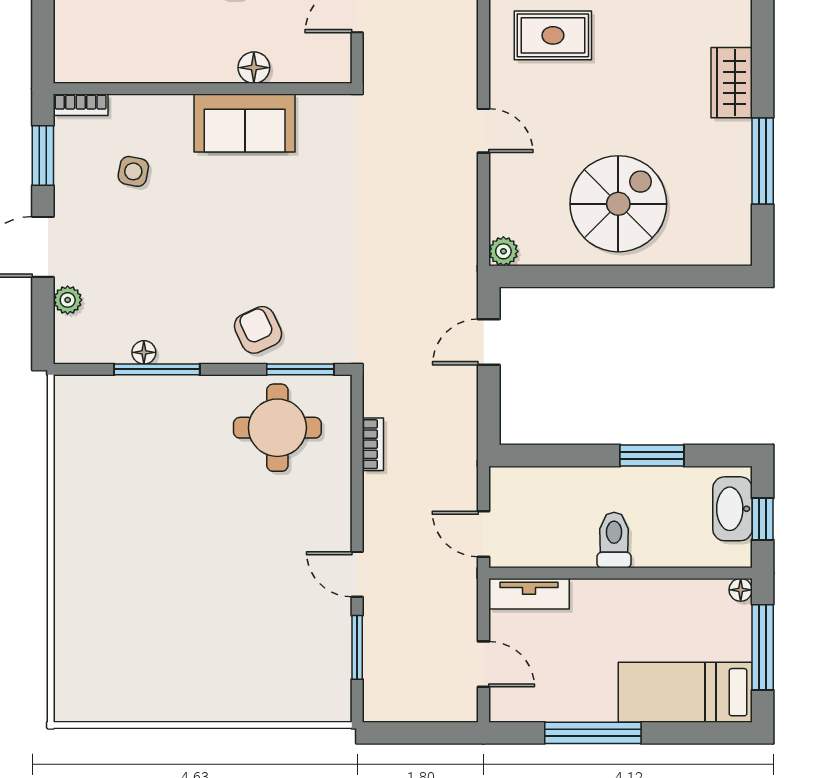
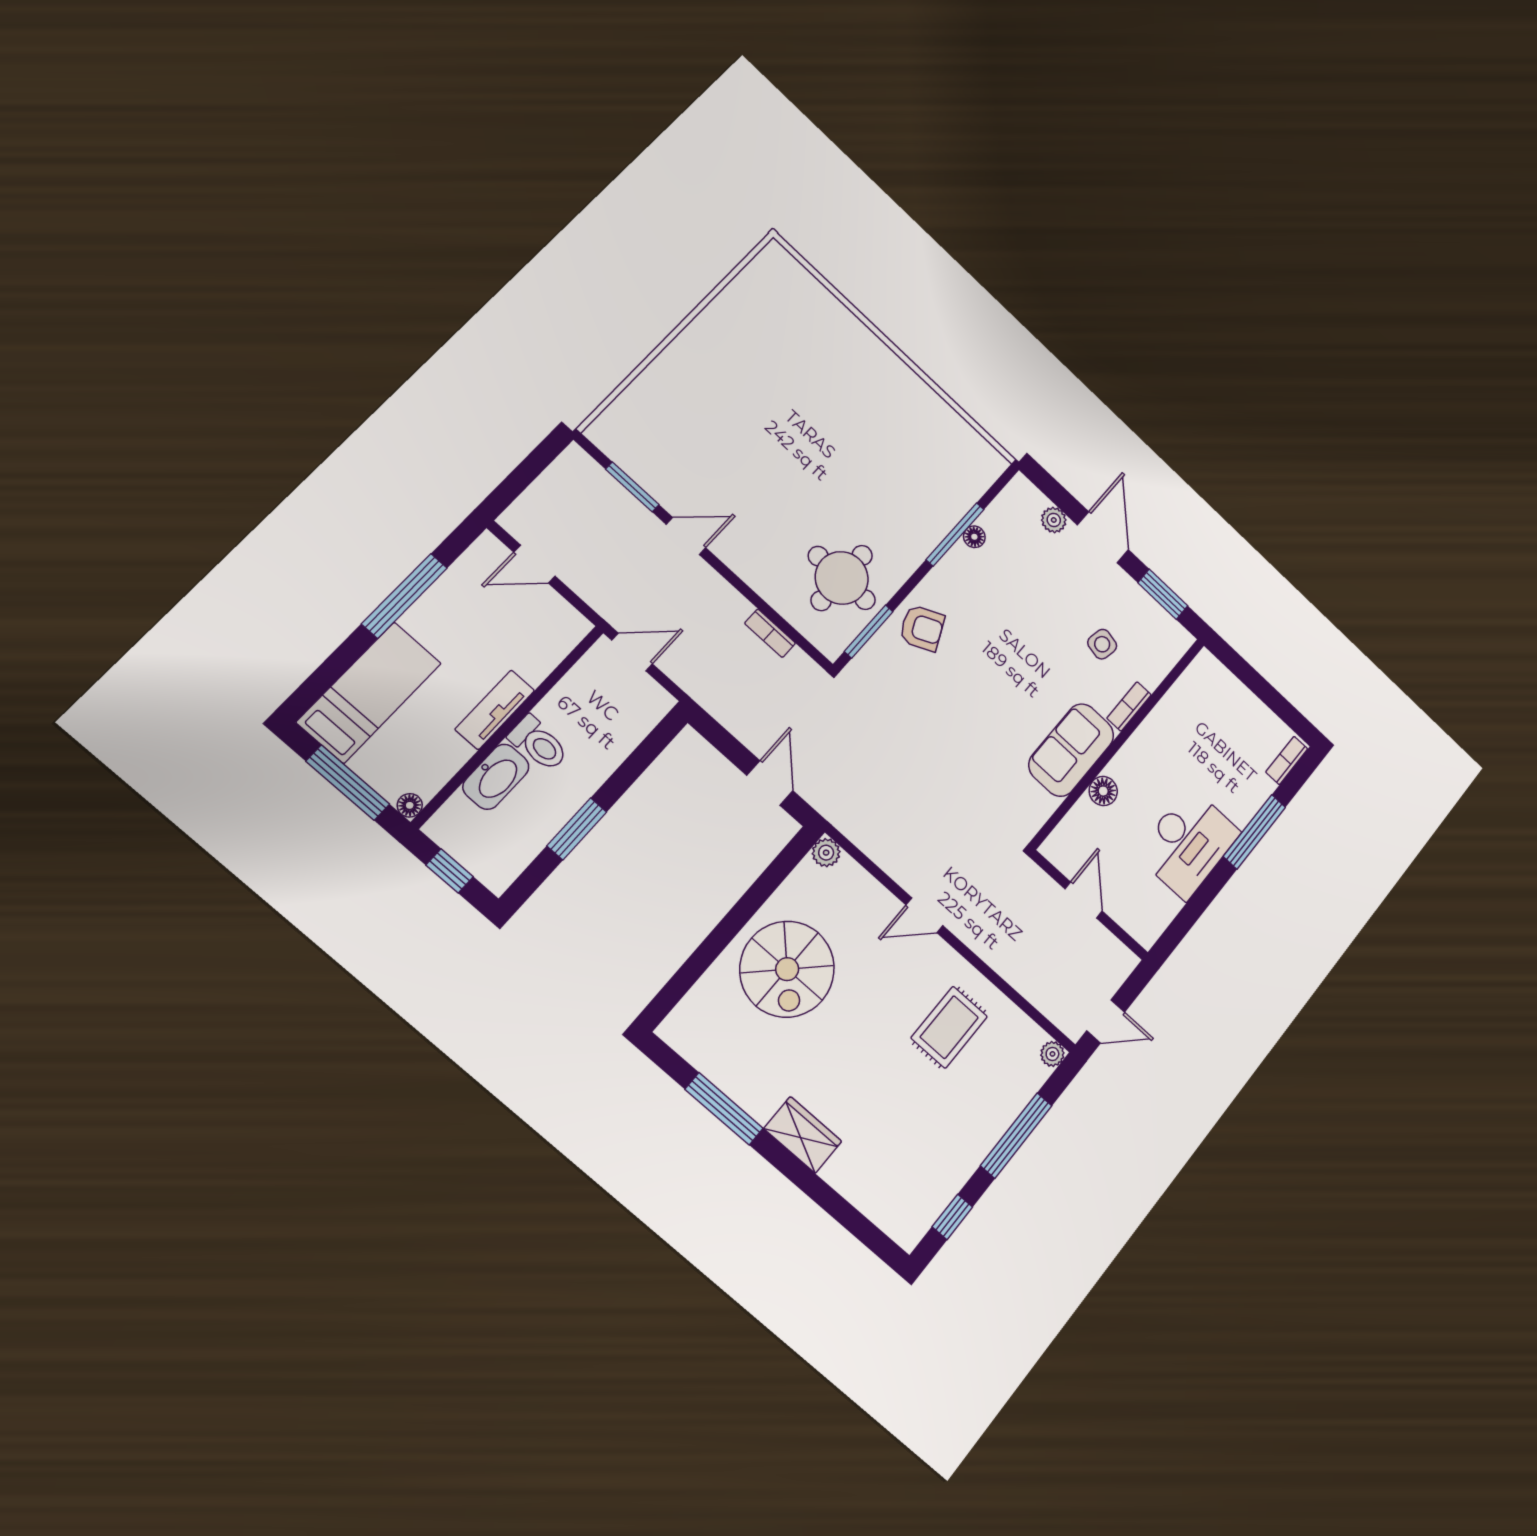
bookcase: (81, 105) -> (1129, 706), moved
washbasin: (732, 509) -> (496, 777), moved, turned 90
tv unit: (529, 594) -> (495, 710), moved

